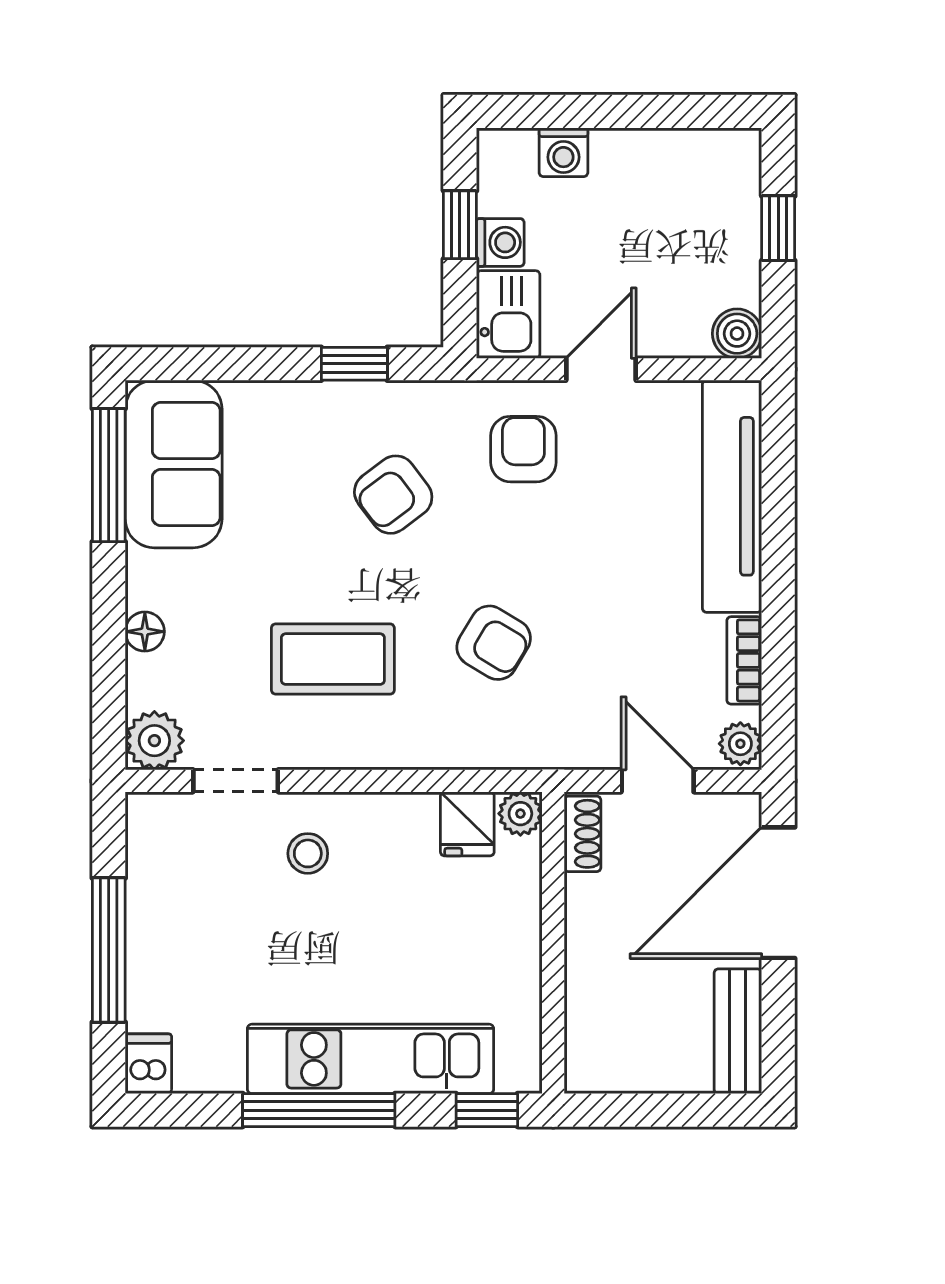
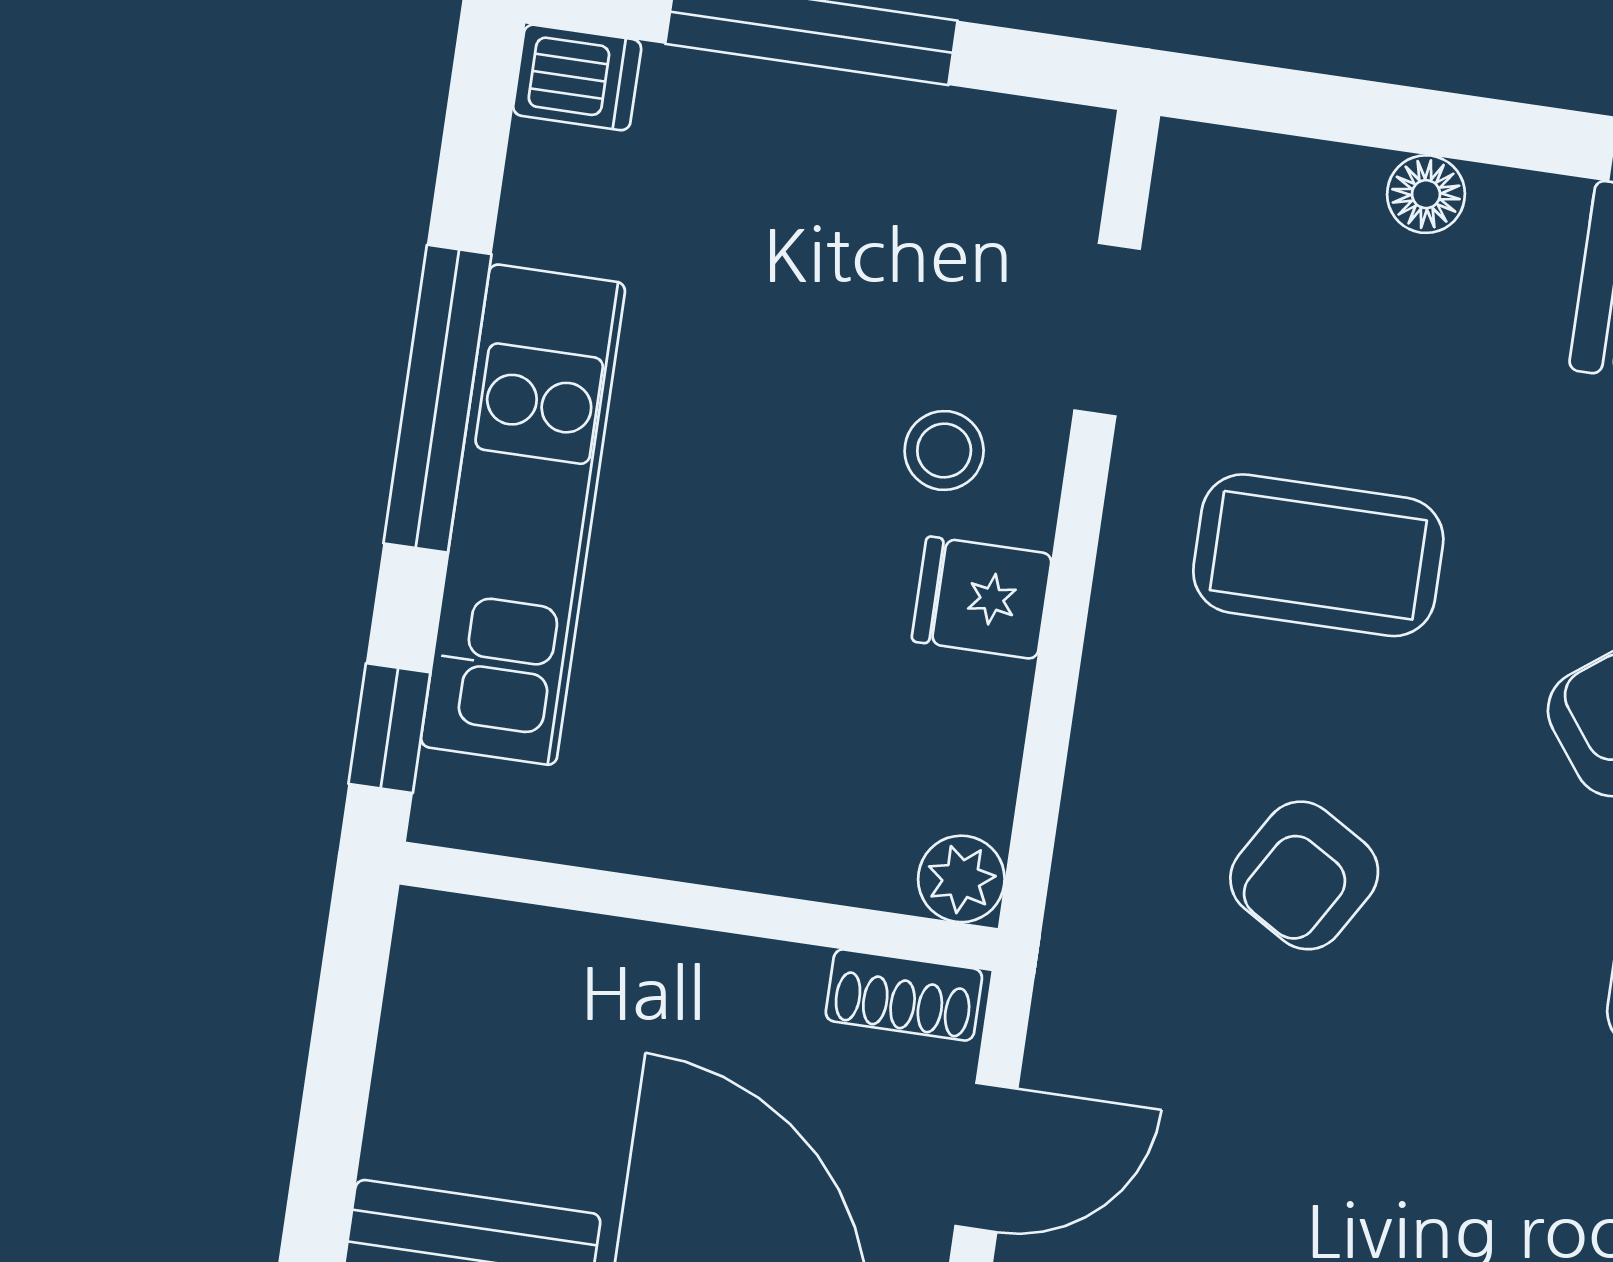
coffee table: (333, 659) -> (1318, 555), turned 90
plant: (154, 741) -> (1209, 182), removed
fridge: (467, 824) -> (982, 598), moved

